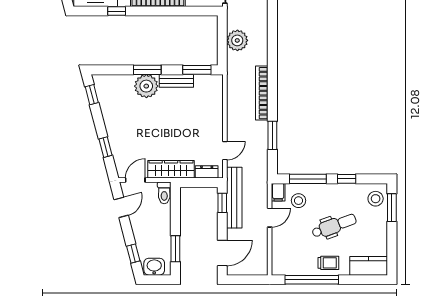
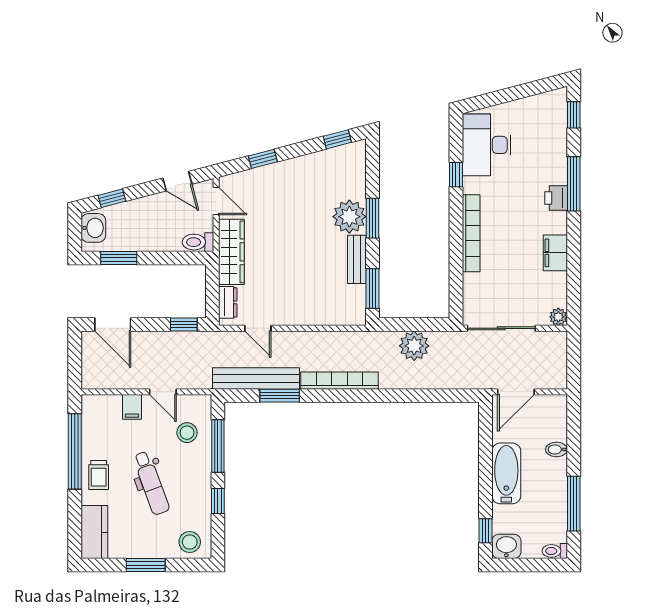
filing cabinet: (278, 192) -> (132, 407), moved, turned -90
bench: (234, 198) -> (256, 378), moved
window: (392, 208) -> (146, 565), moved

